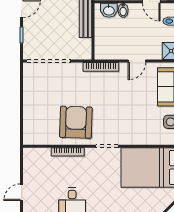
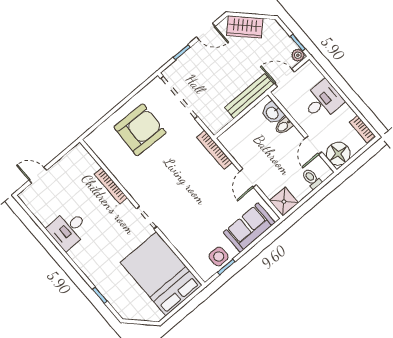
door: (137, 61) -> (248, 178), hinge flipped
armchair: (76, 122) -> (140, 130), moved

